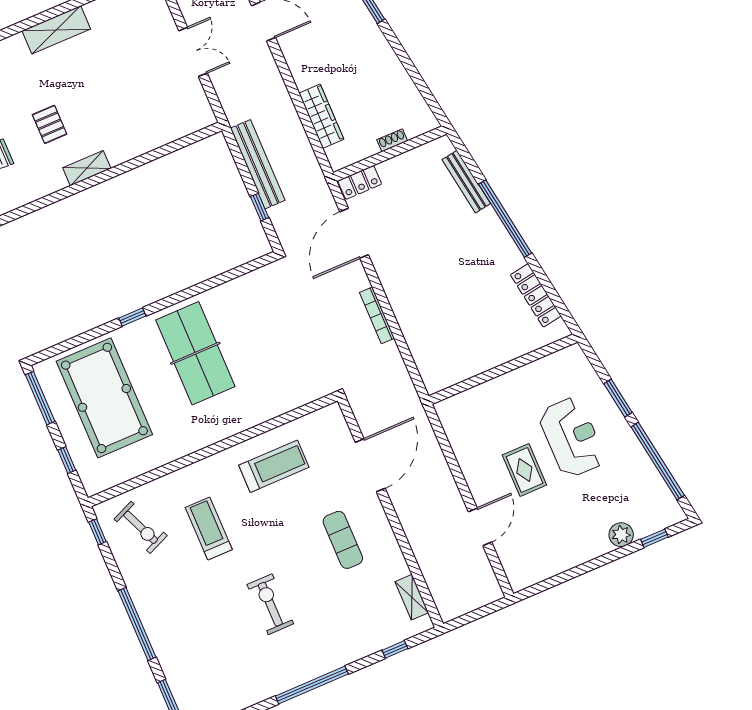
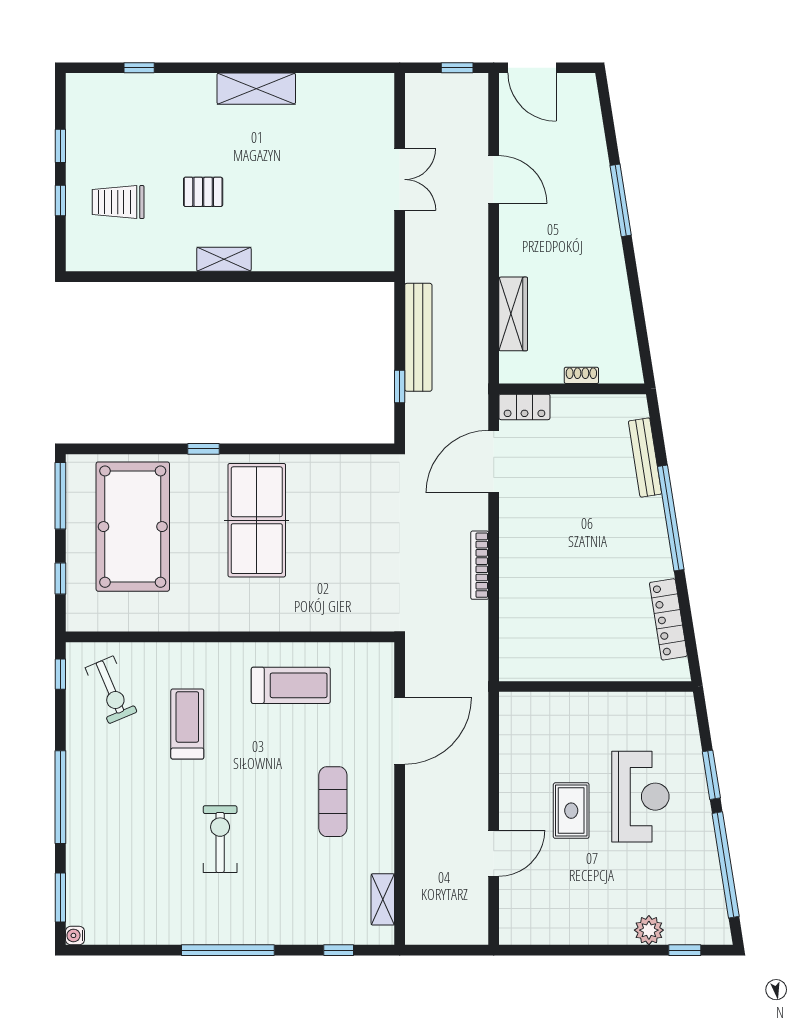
pallet: (50, 124) -> (203, 192), turned 90

